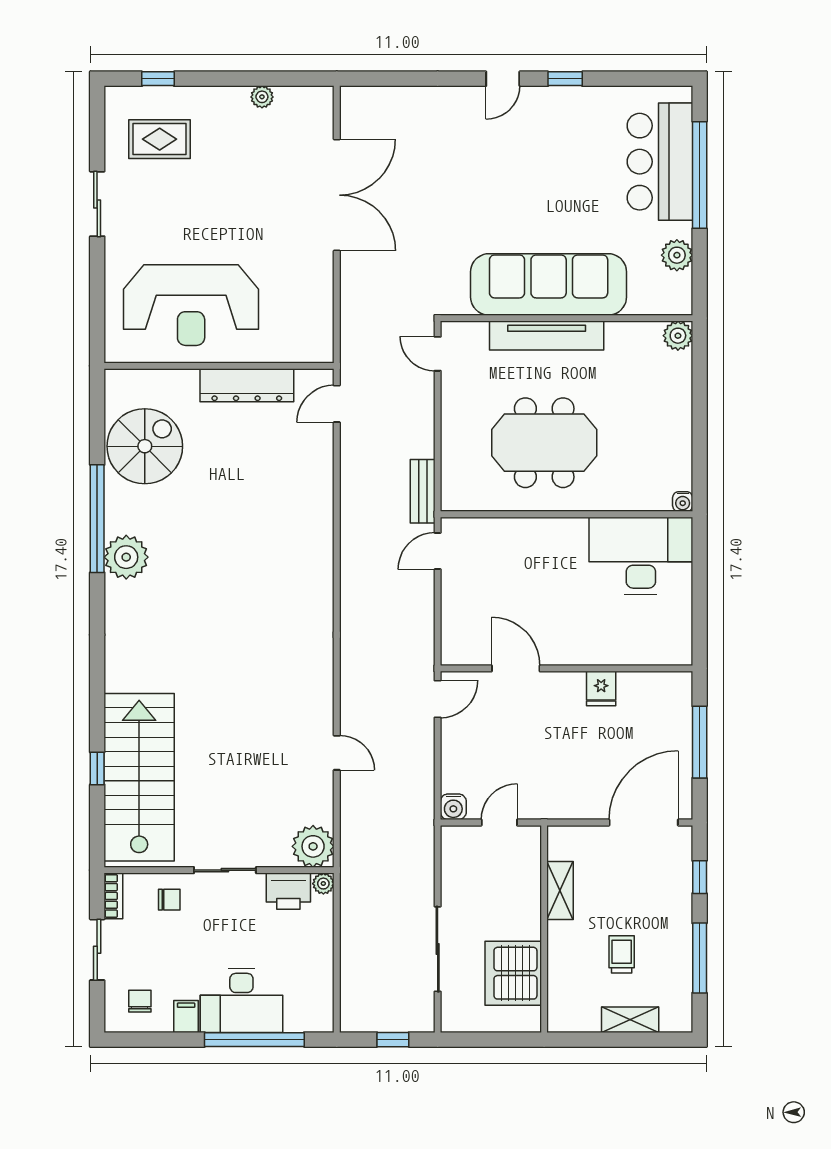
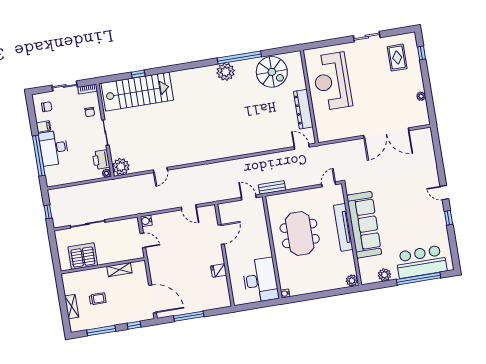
door: (516, 668) -> (221, 235), moved
wall: (566, 668) -> (225, 255), moved
fridge: (601, 688) -> (219, 270), moved

